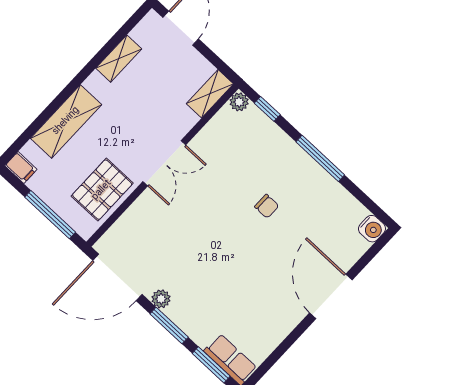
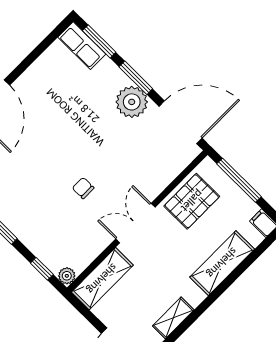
shelving: (210, 94) -> (102, 279), width x1.50, depth x1.33
chair: (267, 206) -> (83, 188), moved
plant: (161, 299) -> (132, 102), width x1.88, depth x1.88

